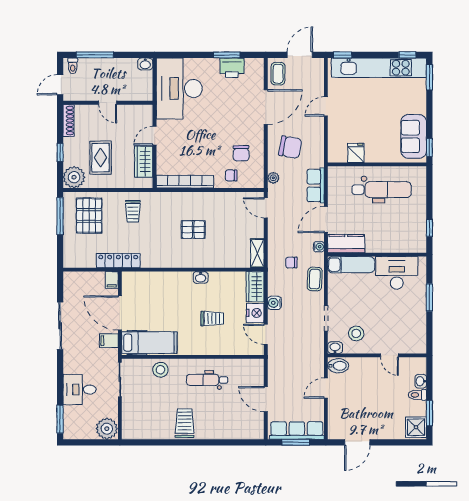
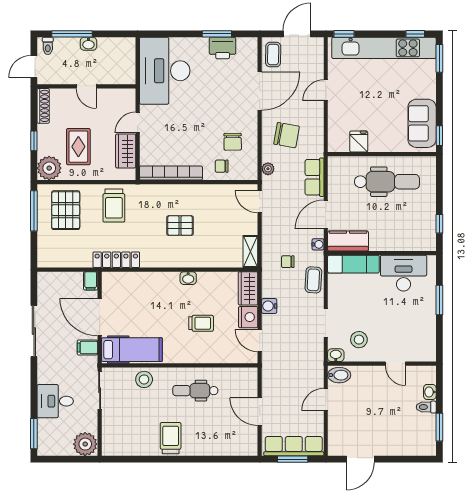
washbasin: (145, 64) -> (88, 44), moved
trolley: (133, 211) -> (114, 206), width x1.36, depth x1.39
locker: (118, 261) -> (116, 260), moved
shower: (416, 427) -> (425, 443), removed

